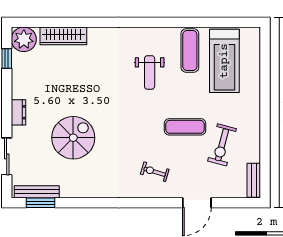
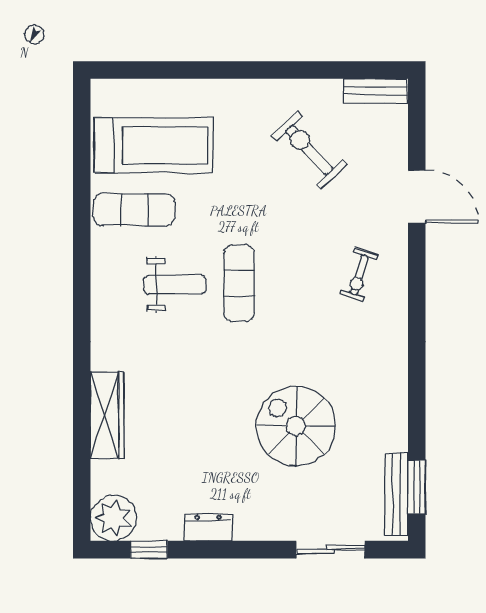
wardrobe: (63, 36) -> (107, 415), moved
dresser: (19, 112) -> (208, 528), moved
exercise mat: (185, 127) -> (239, 283), moved
exercise bike: (222, 145) -> (309, 150), turned -148

